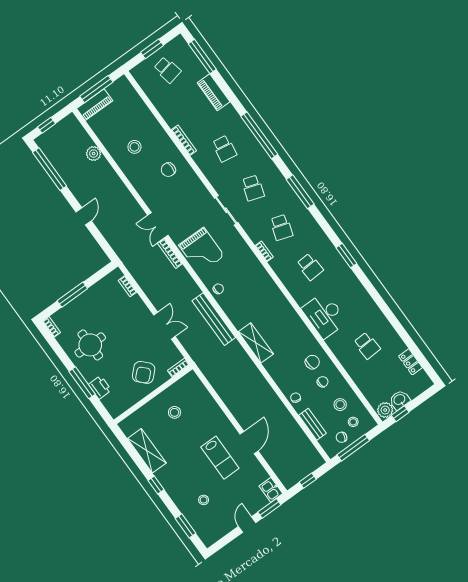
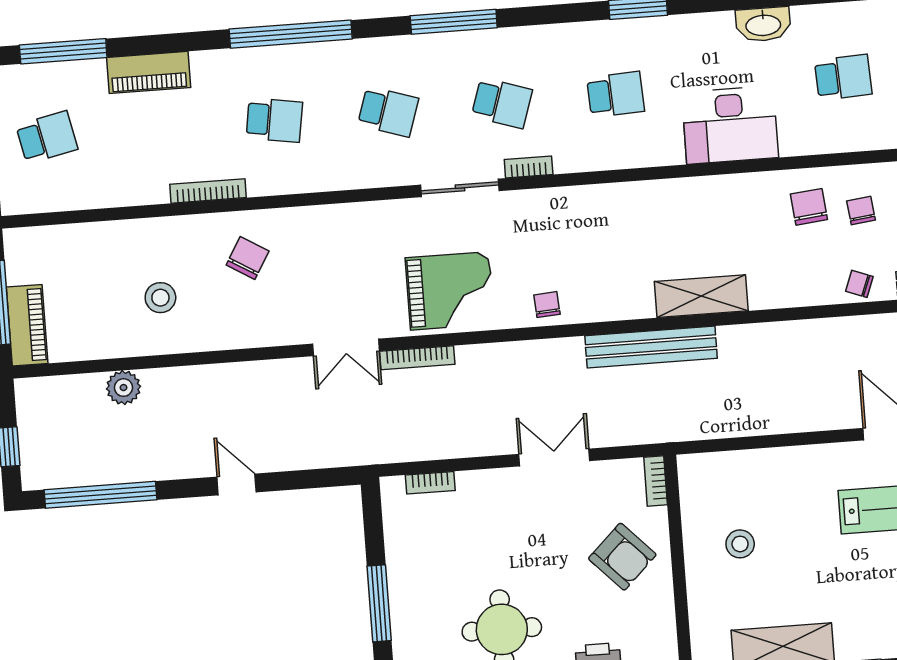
chair: (168, 170) -> (248, 258), turned -149
sliding door: (226, 210) -> (460, 188), moved
washbasin: (368, 305) -> (763, 24), added
bench: (214, 319) -> (651, 347), moved

